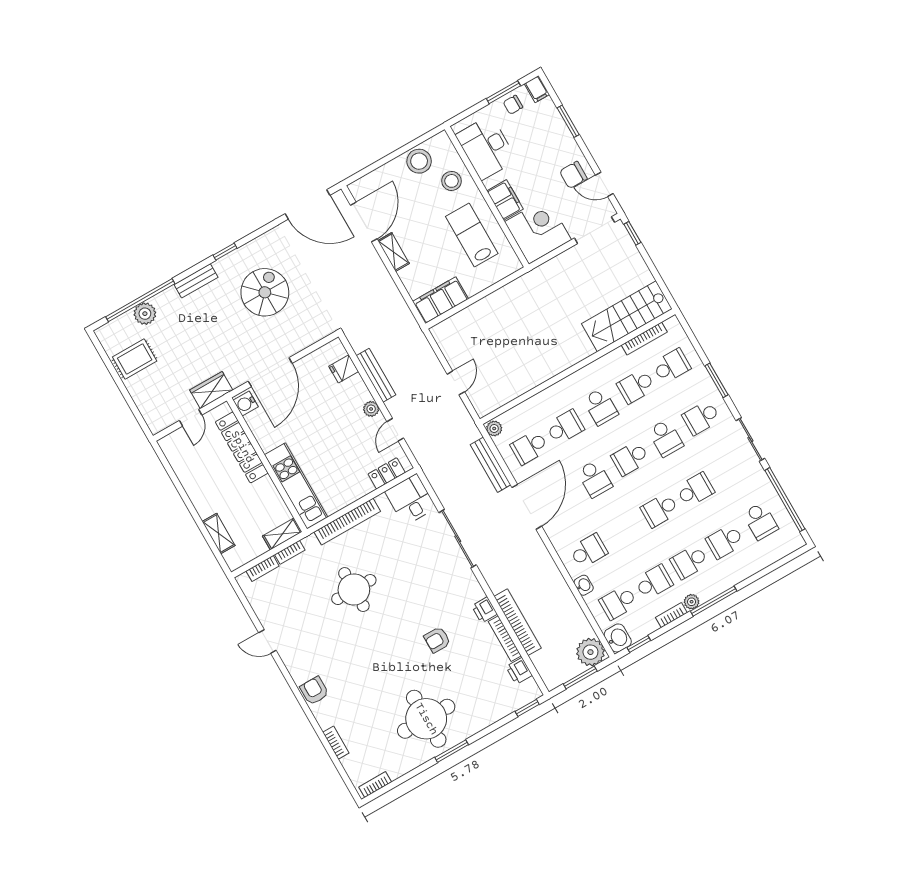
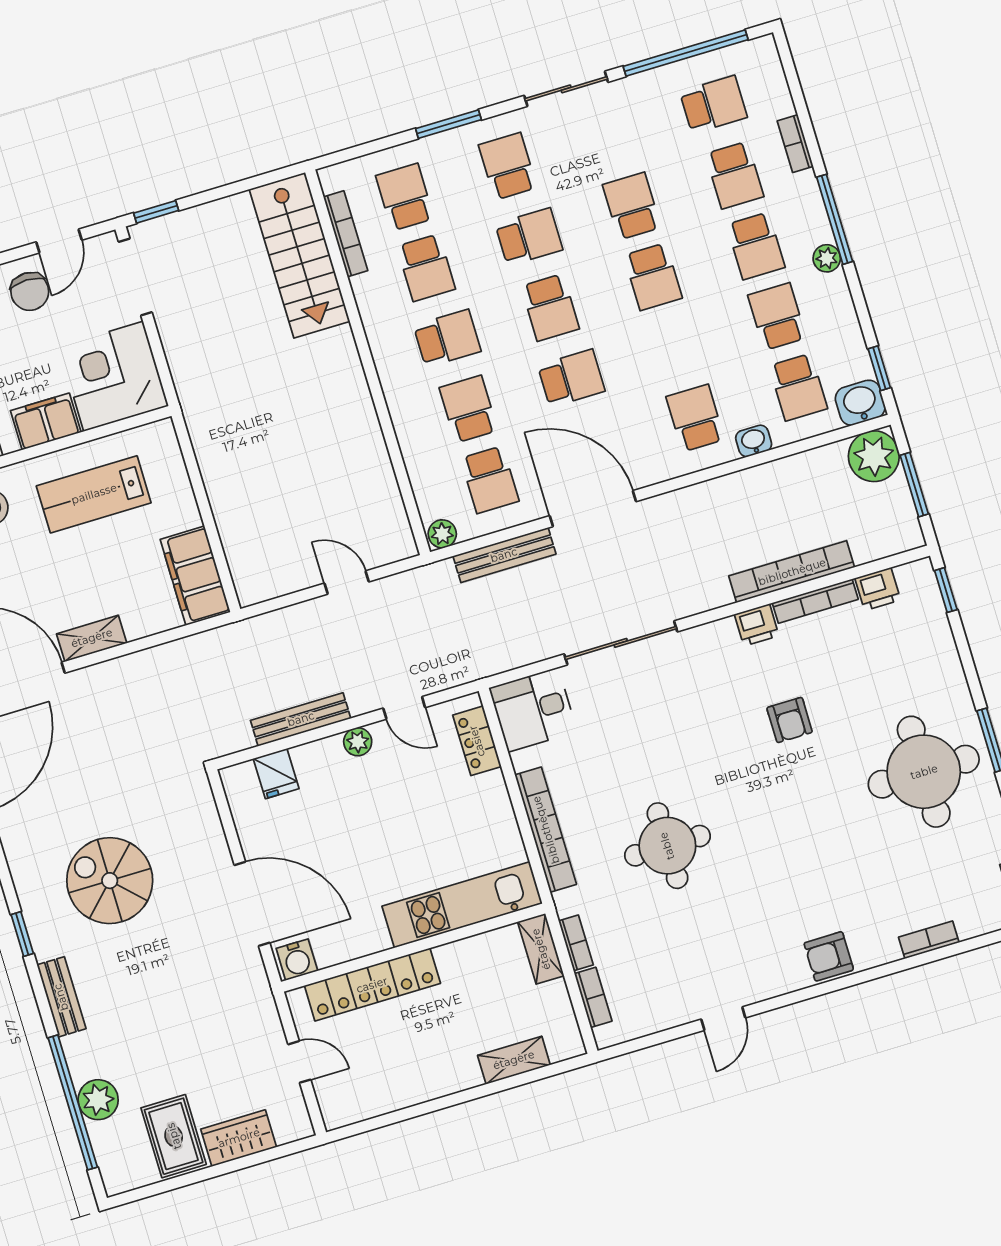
wardrobe: (211, 390) -> (239, 1138), moved, turned 90
school desk: (701, 418) -> (508, 166), turned 180
bookcase: (671, 615) -> (795, 144), moved

